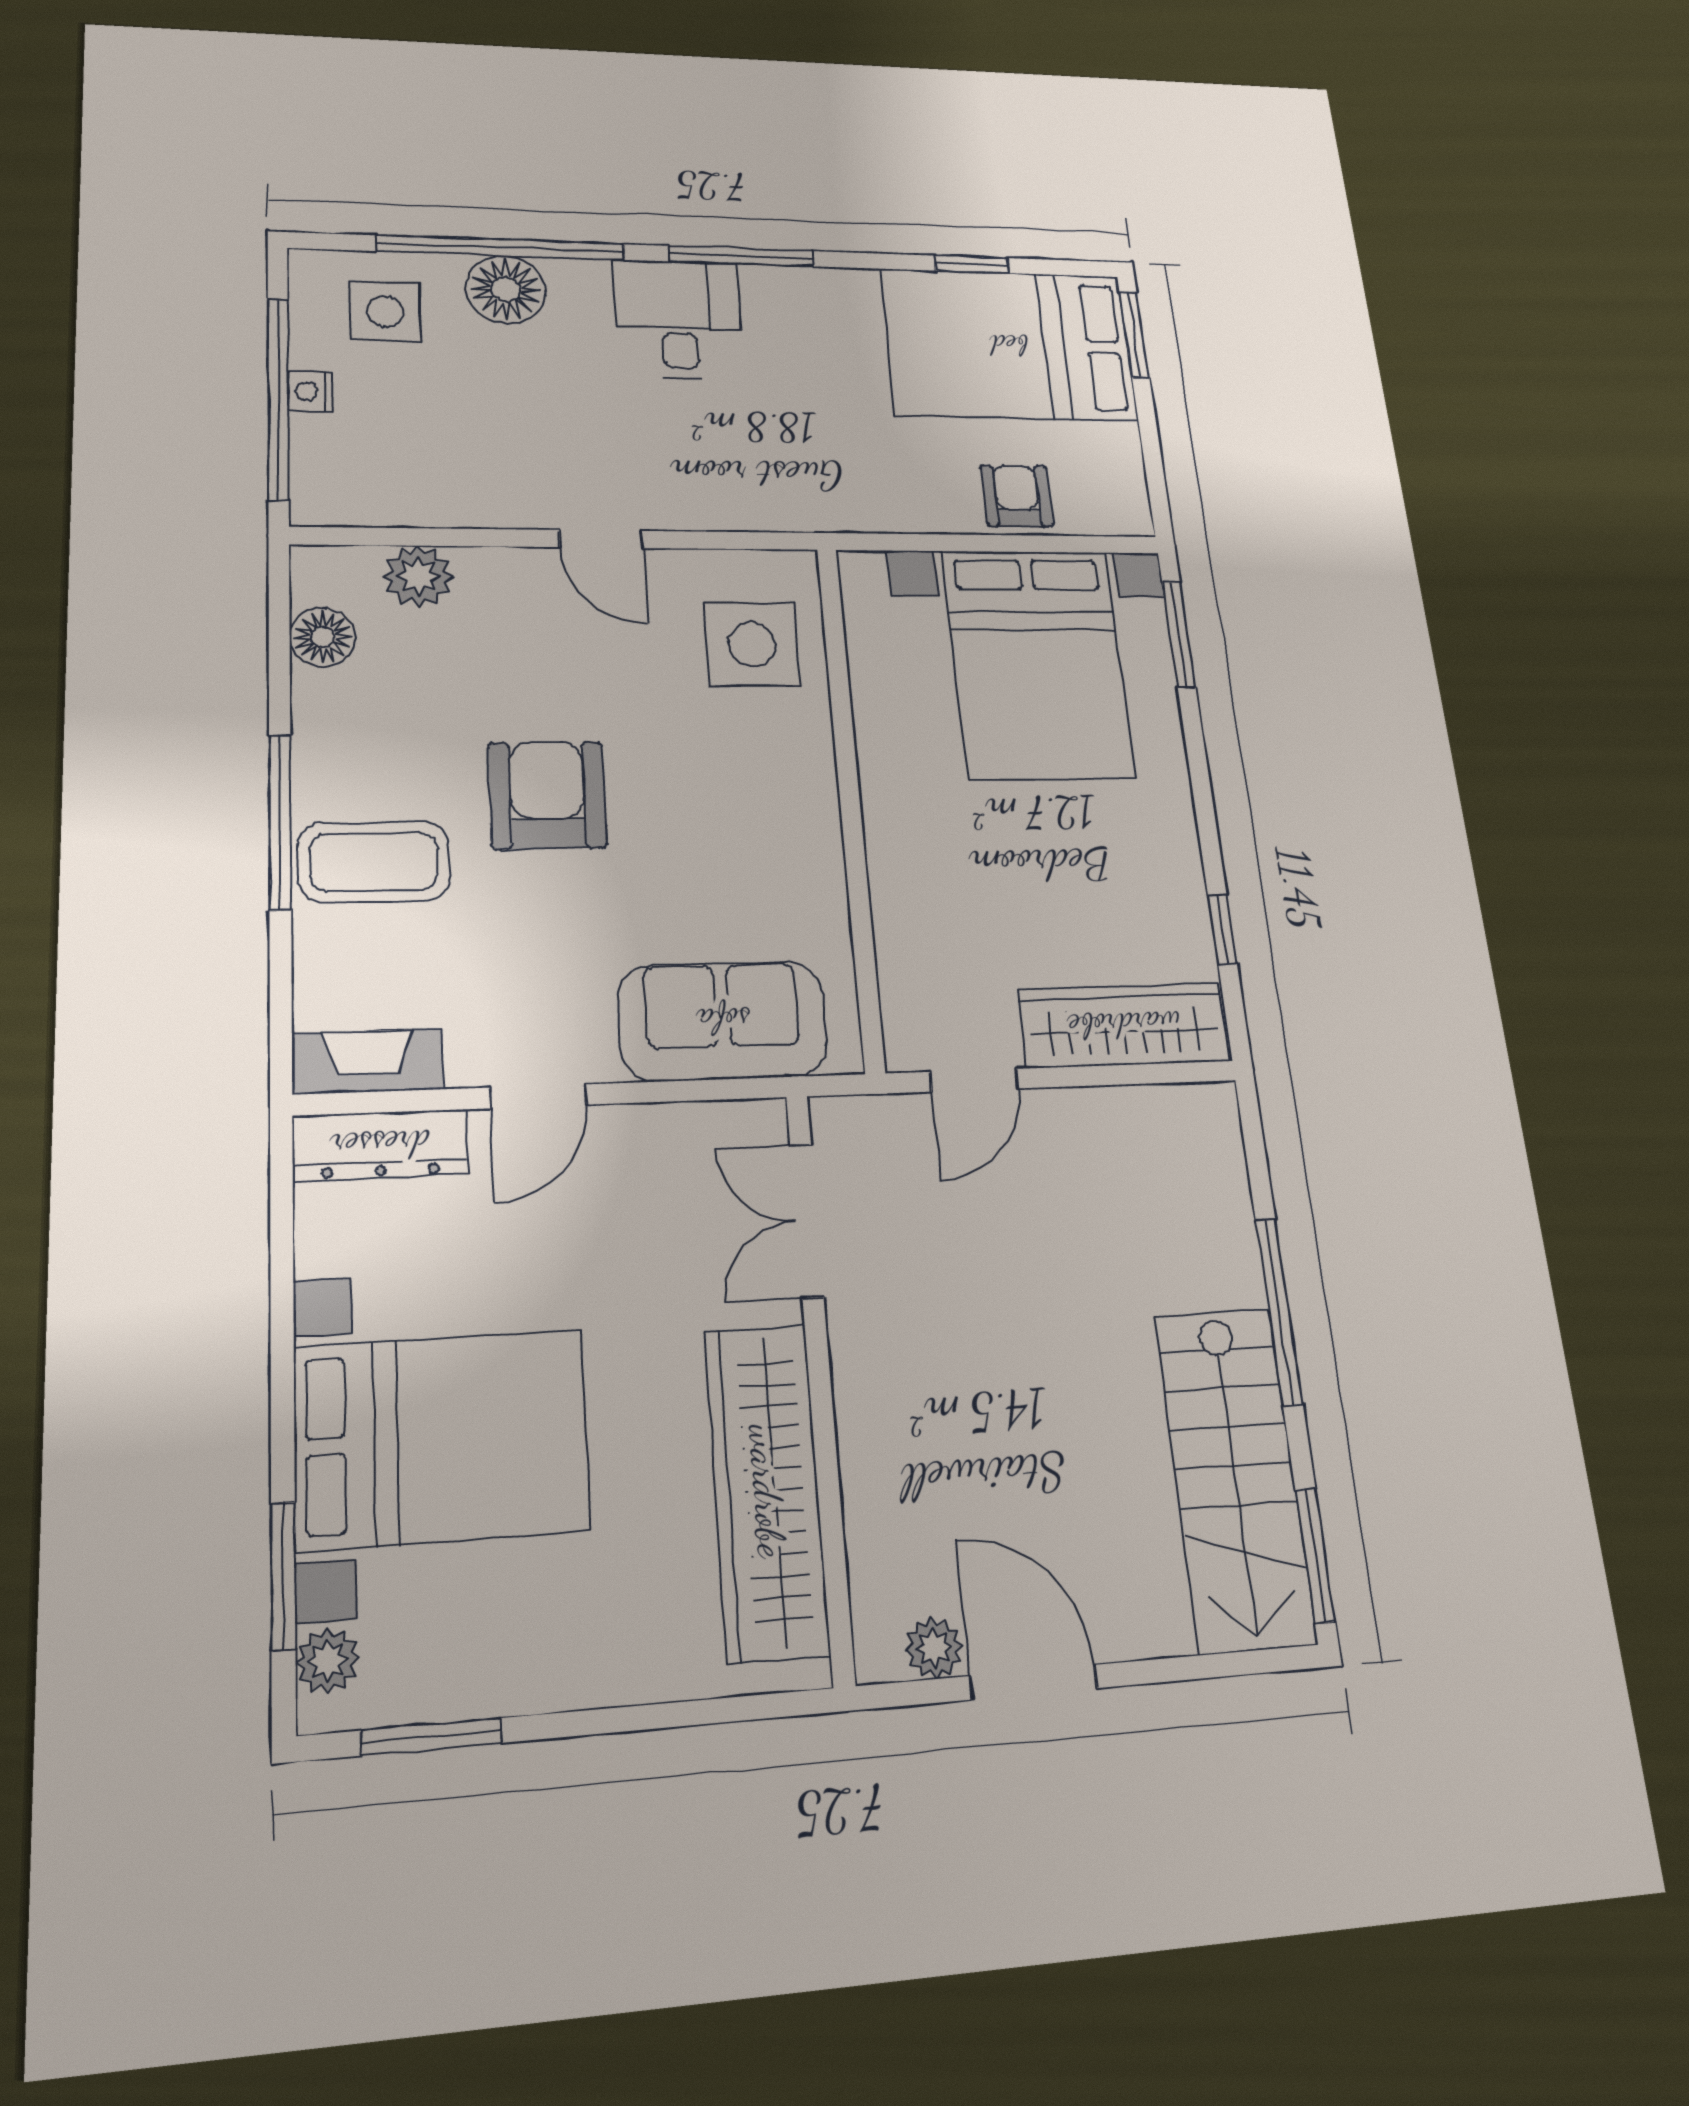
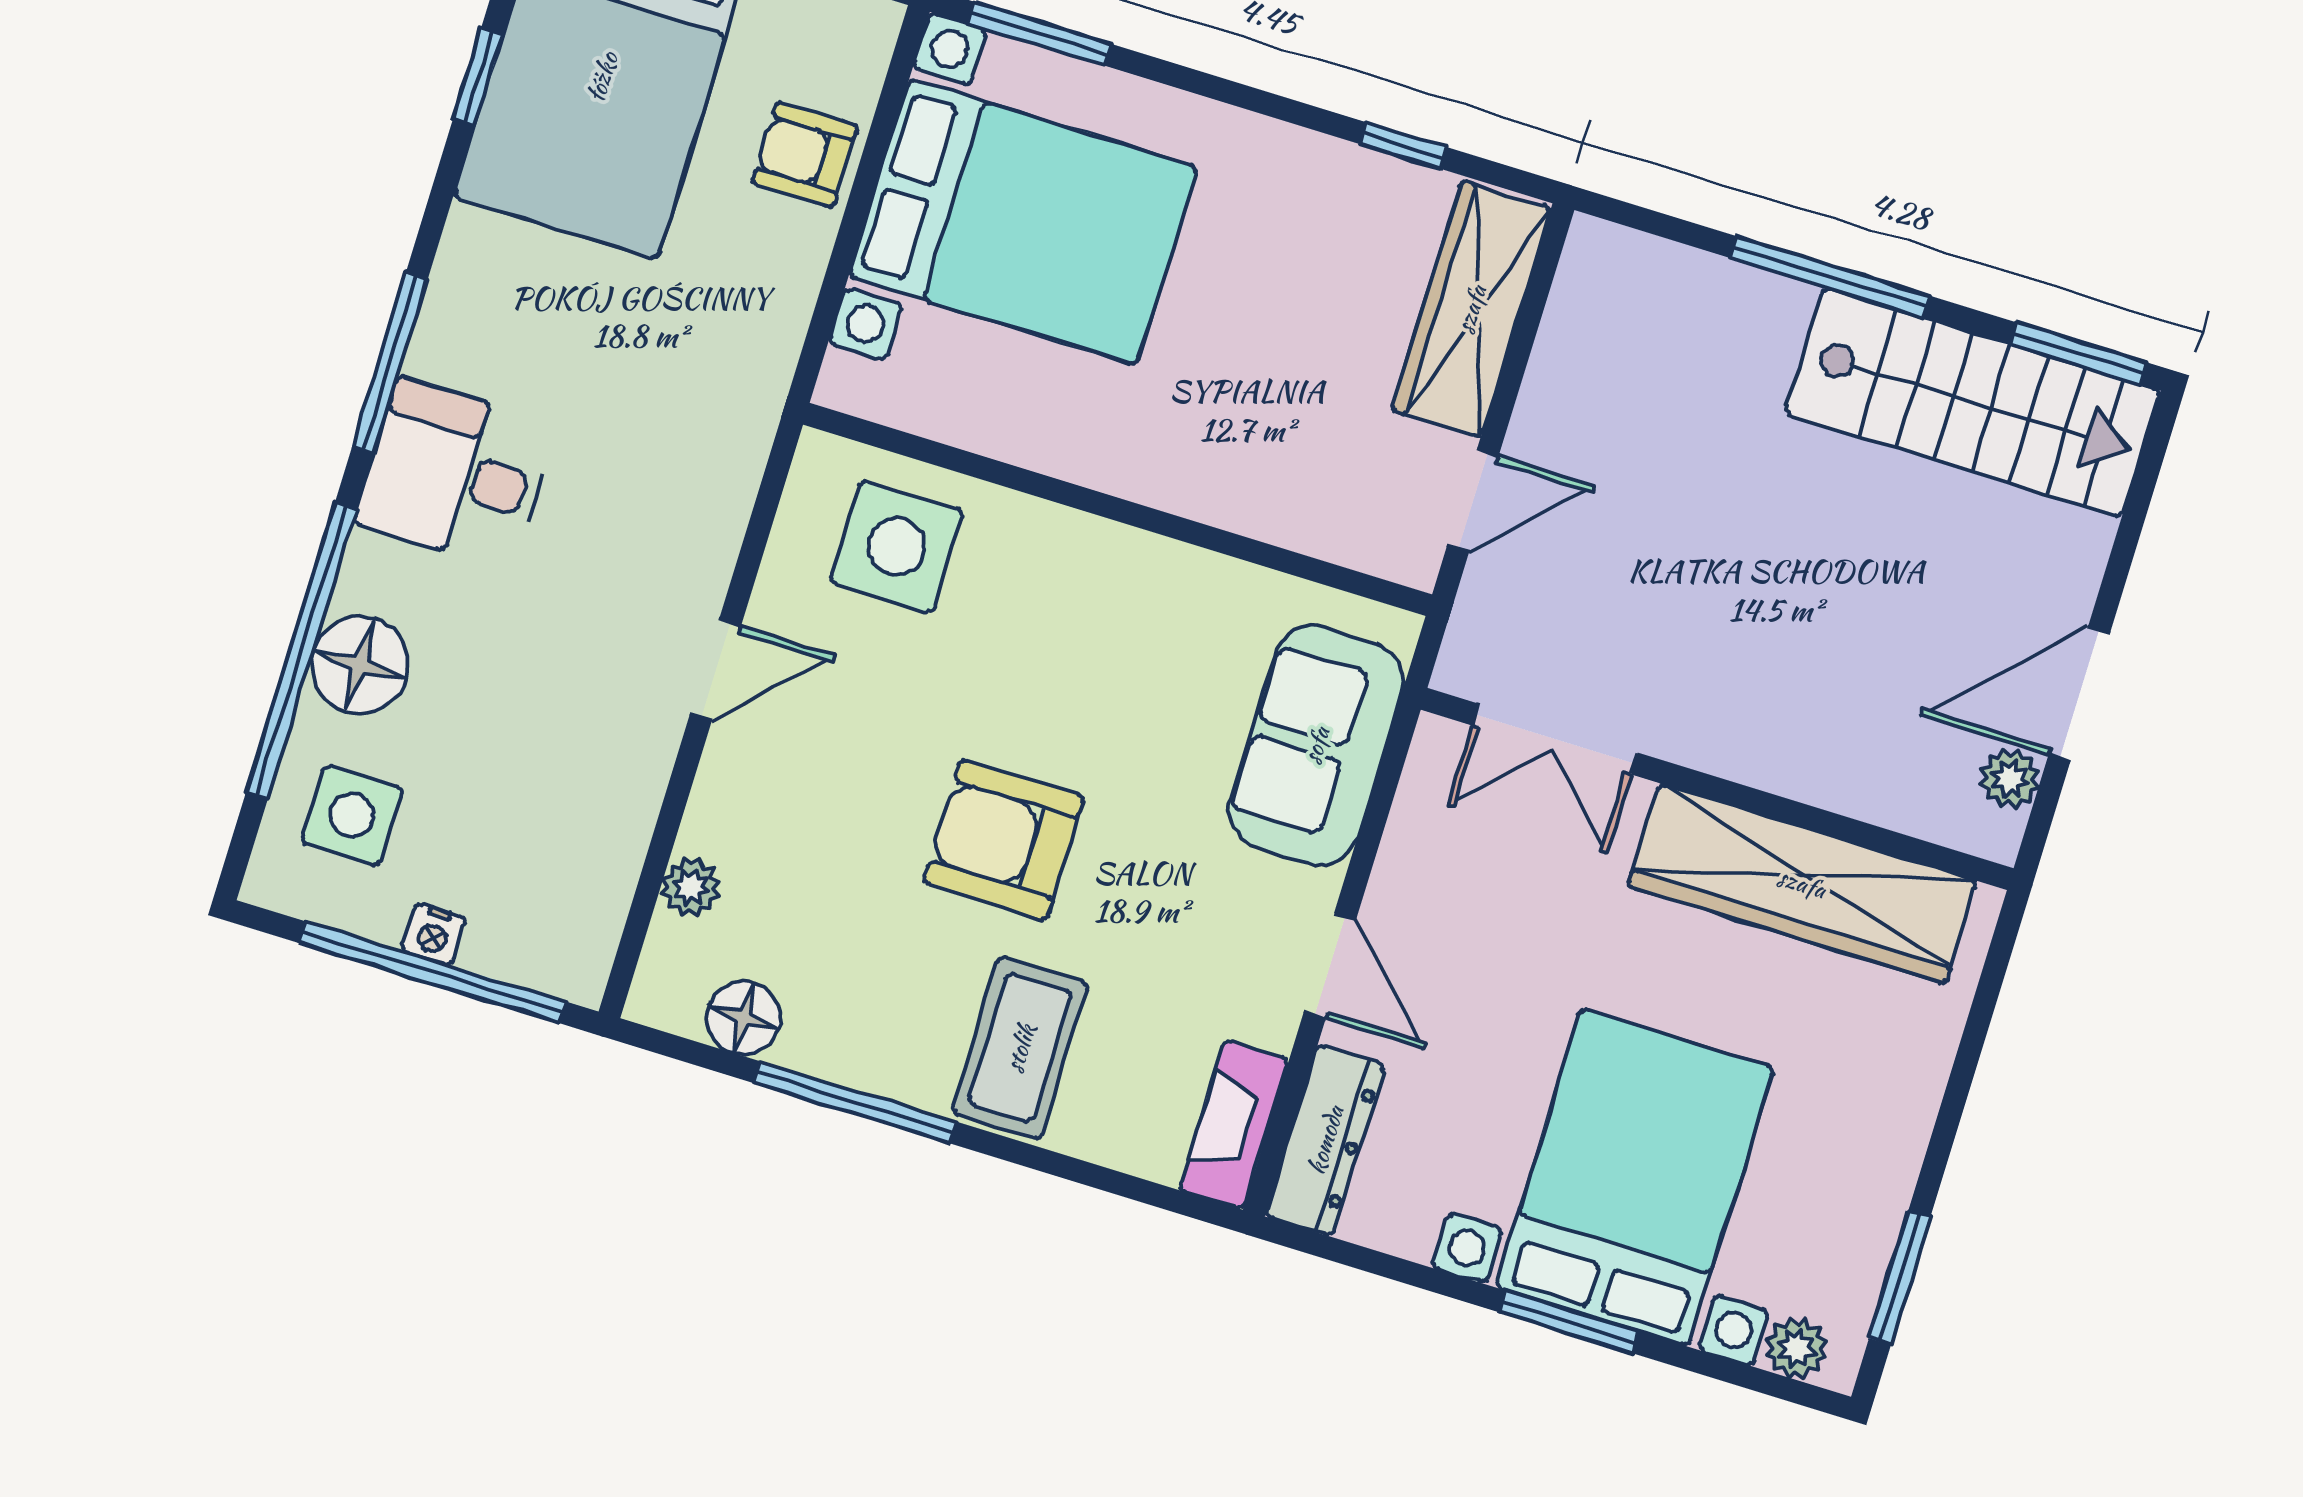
plant: (418, 576) -> (691, 887), width x0.73, depth x0.73
window: (280, 822) -> (855, 1102), moved
door: (974, 1080) -> (1473, 501), hinge flipped
window: (283, 1575) -> (1569, 1322), moved

